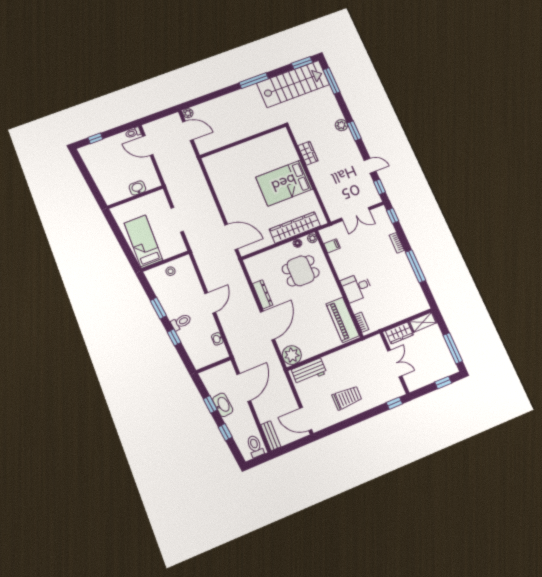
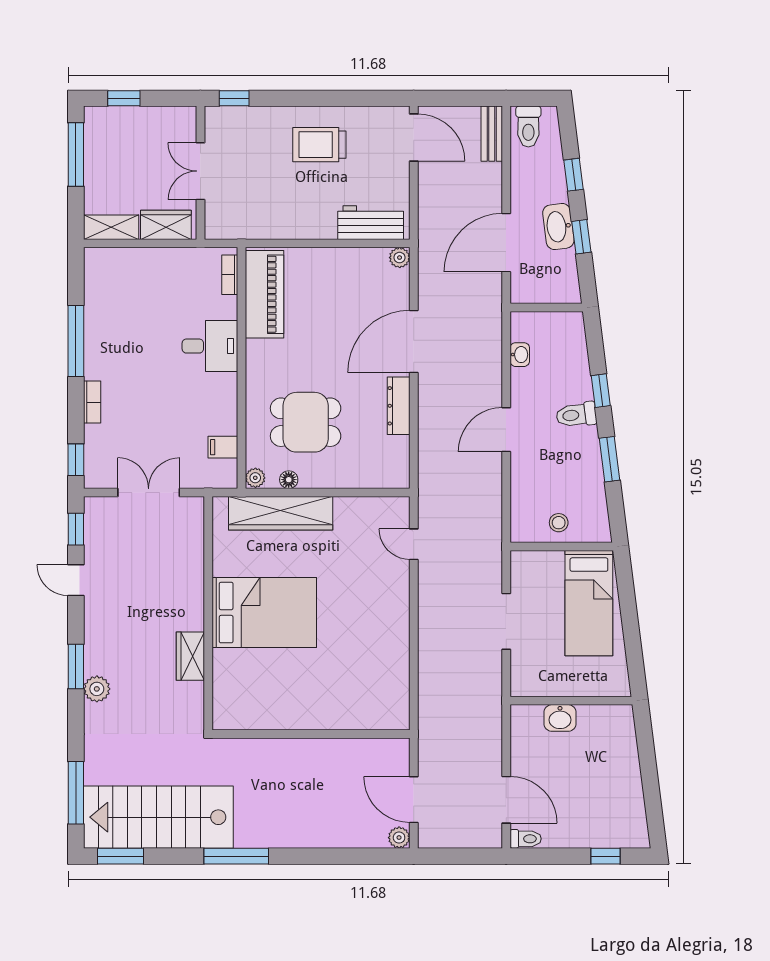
door: (231, 237) -> (414, 544), width x0.53
plant: (292, 355) -> (400, 258), width x0.53, depth x0.53

